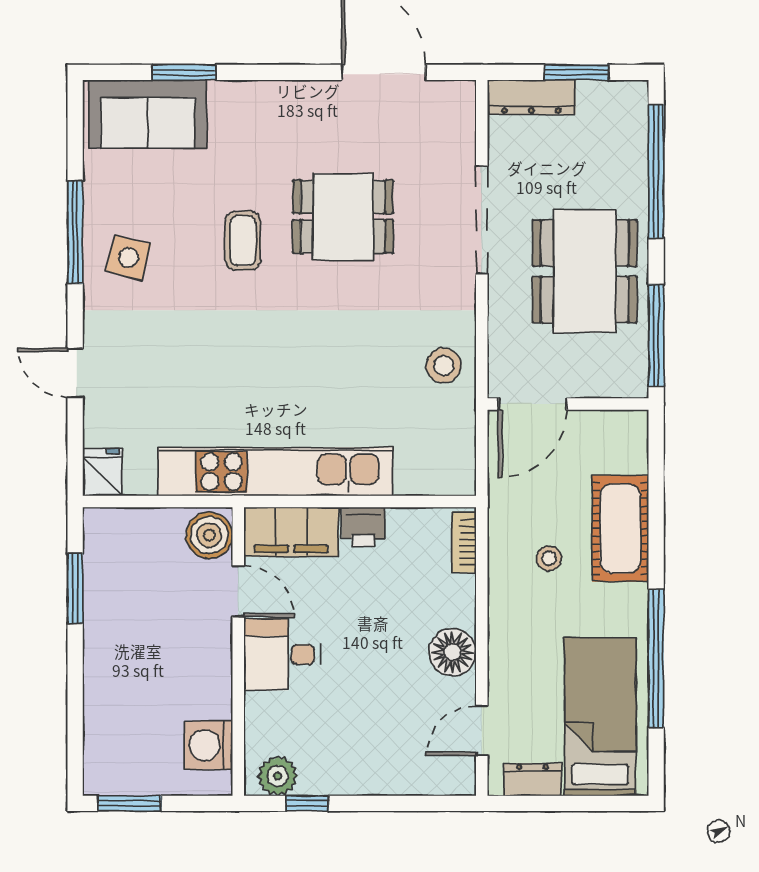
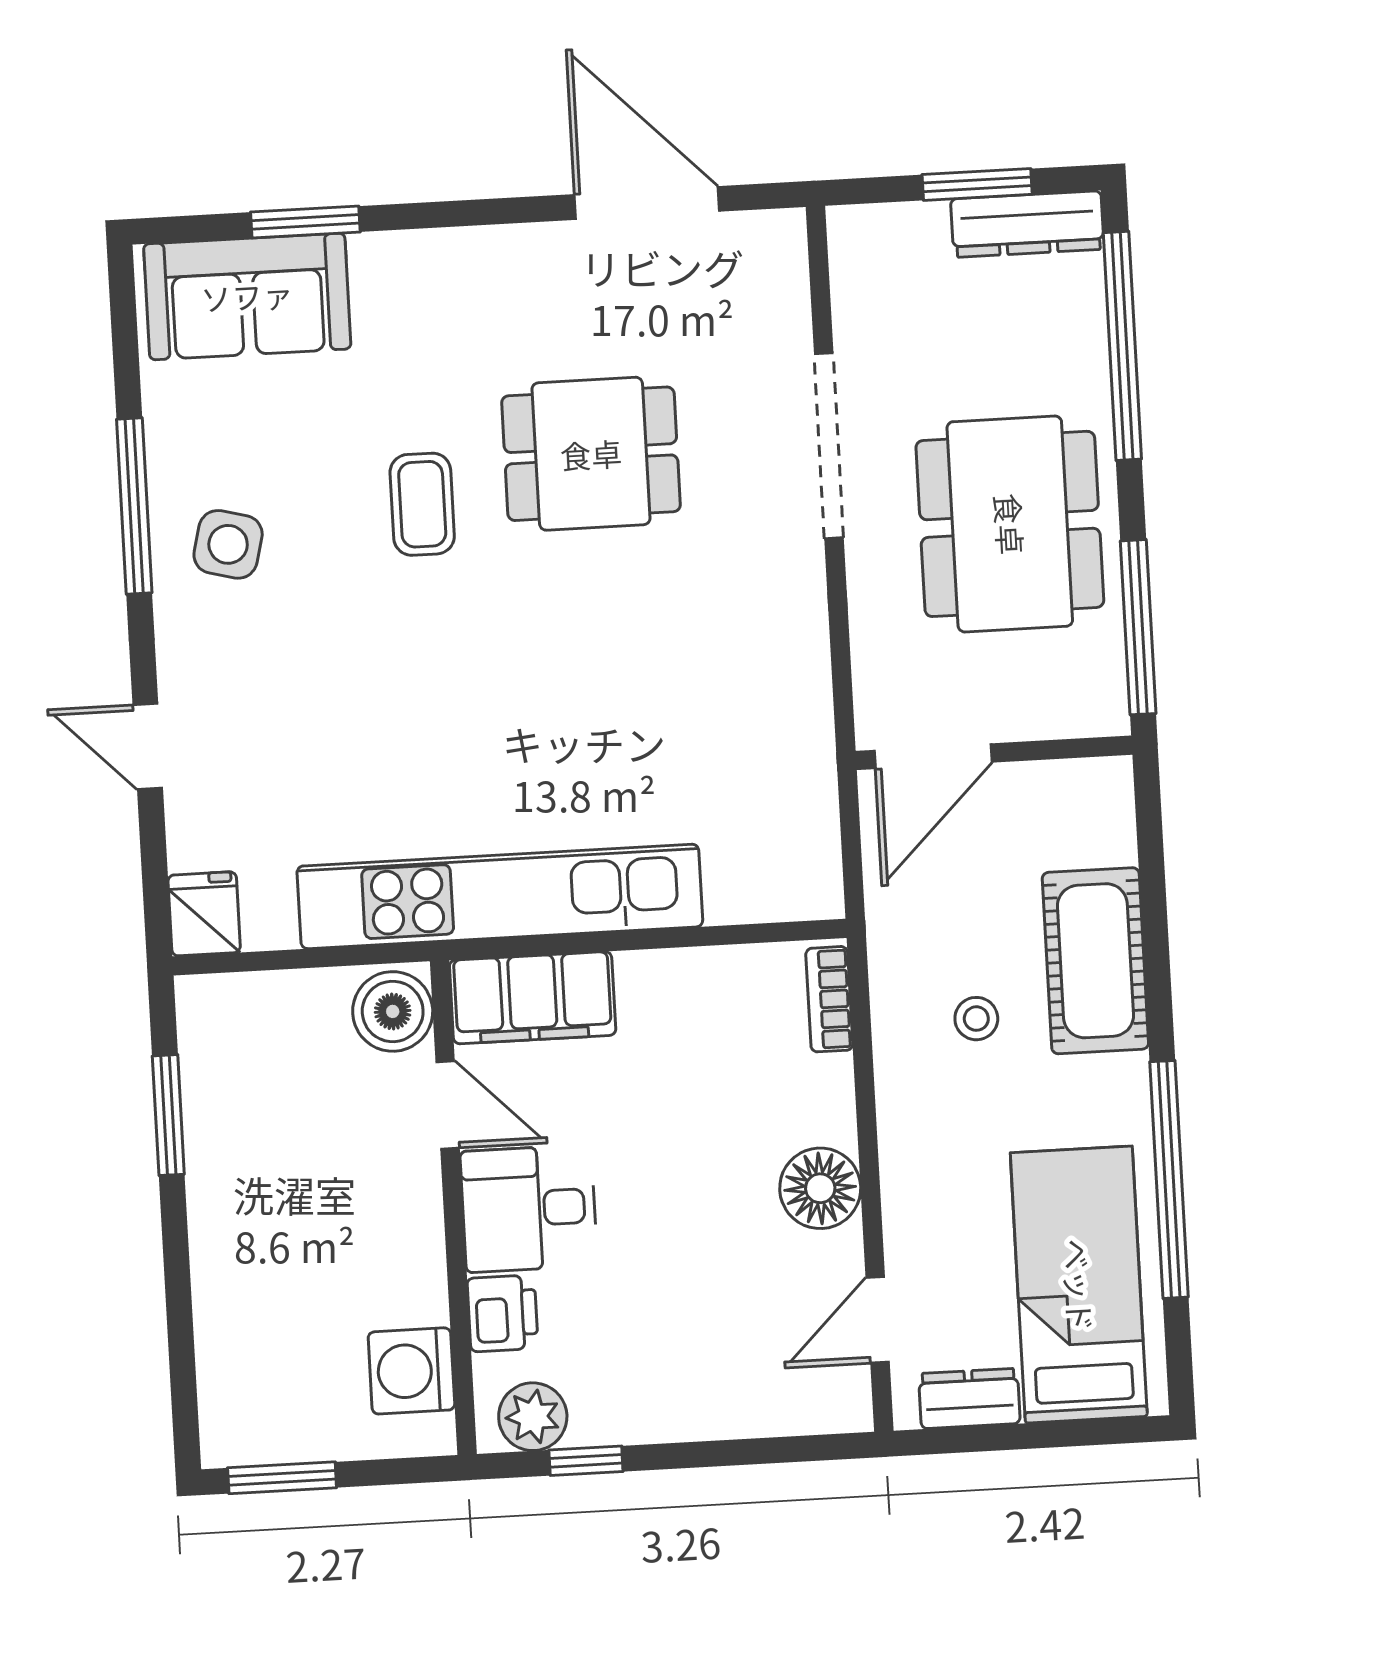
dresser: (531, 97) -> (1027, 224), moved
stool: (444, 366) -> (778, 699), removed
printer: (363, 527) -> (503, 1313), moved, turned -90

